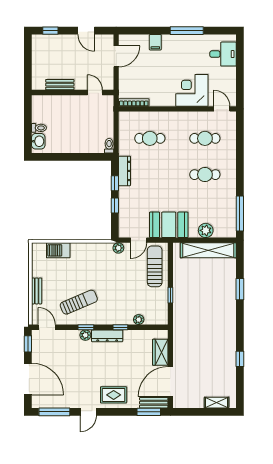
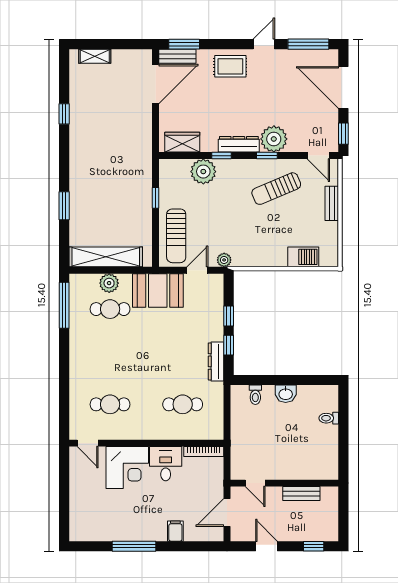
desk: (223, 54) -> (166, 464), moved, turned 90
bench: (60, 85) -> (301, 493), moved
wall: (73, 93) -> (284, 483), moved
door: (95, 93) -> (255, 483), moved
washbasin: (38, 141) -> (286, 394), moved, turned -90
toilet: (109, 146) -> (255, 395), moved
cafe table: (205, 175) -> (110, 309), moved
plant: (139, 320) -> (203, 172), width x1.87, depth x1.87
plant: (85, 335) -> (274, 139), width x1.88, depth x1.88
wardrobe: (160, 352) -> (182, 142), moved, turned -90

